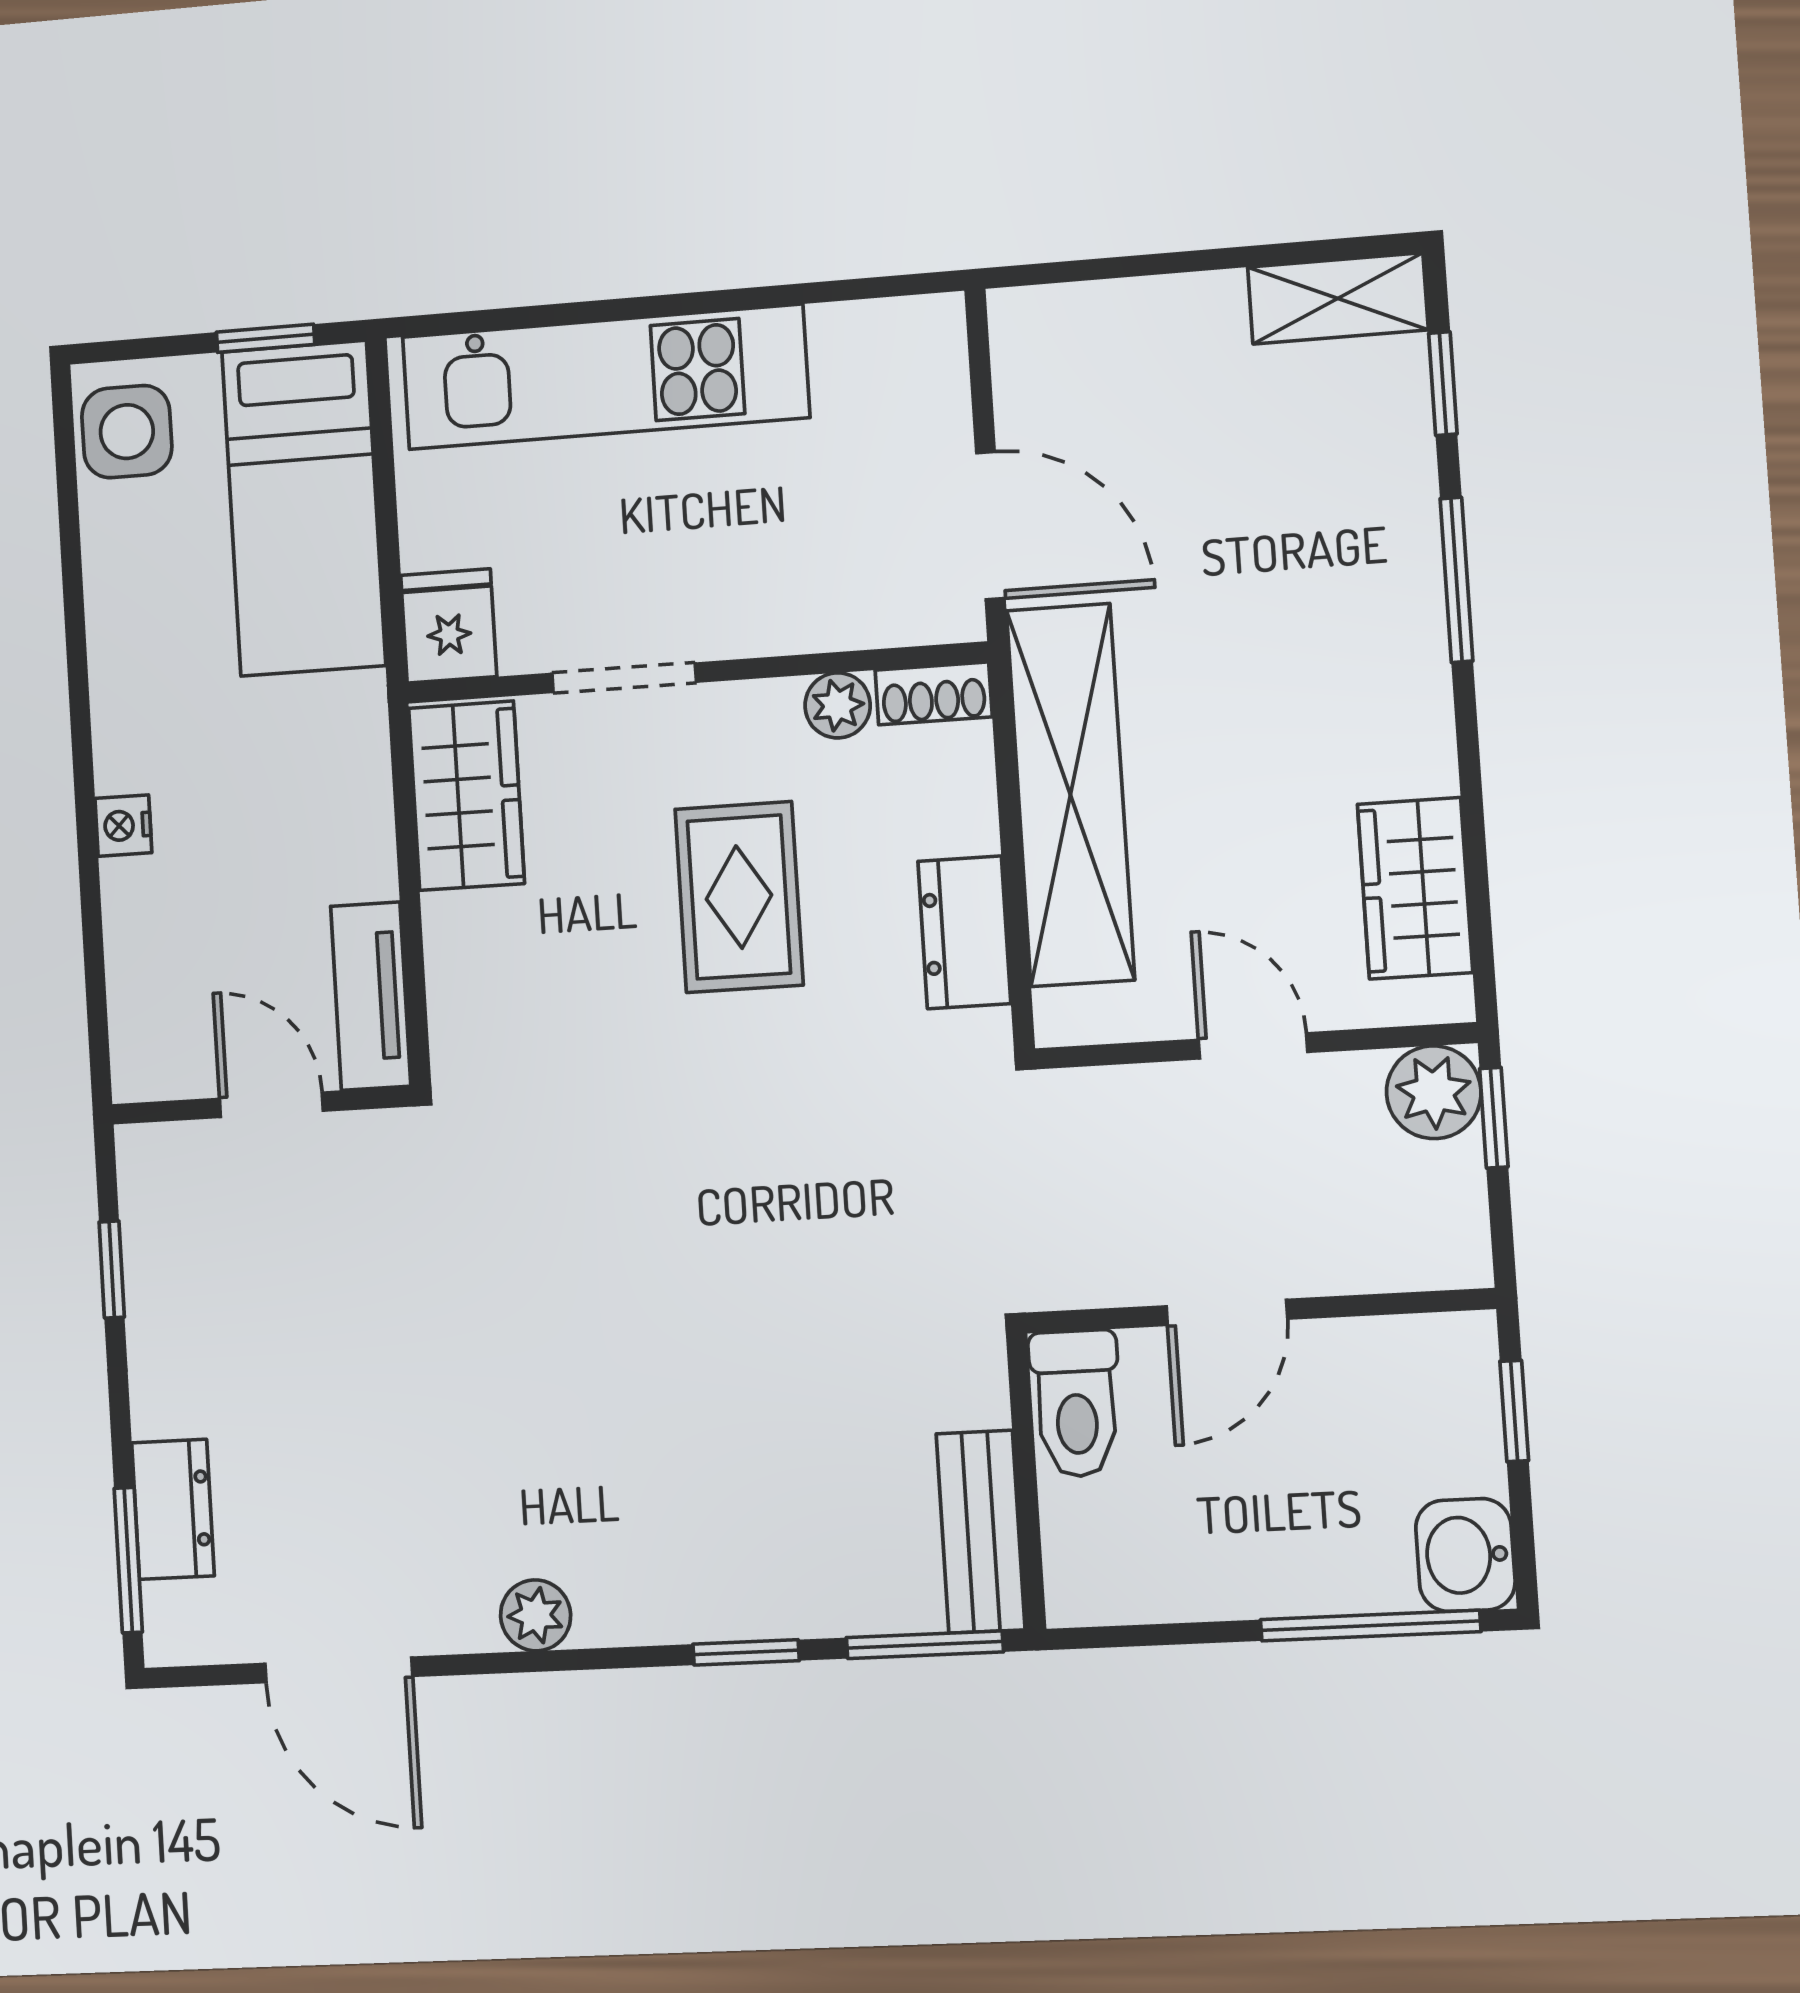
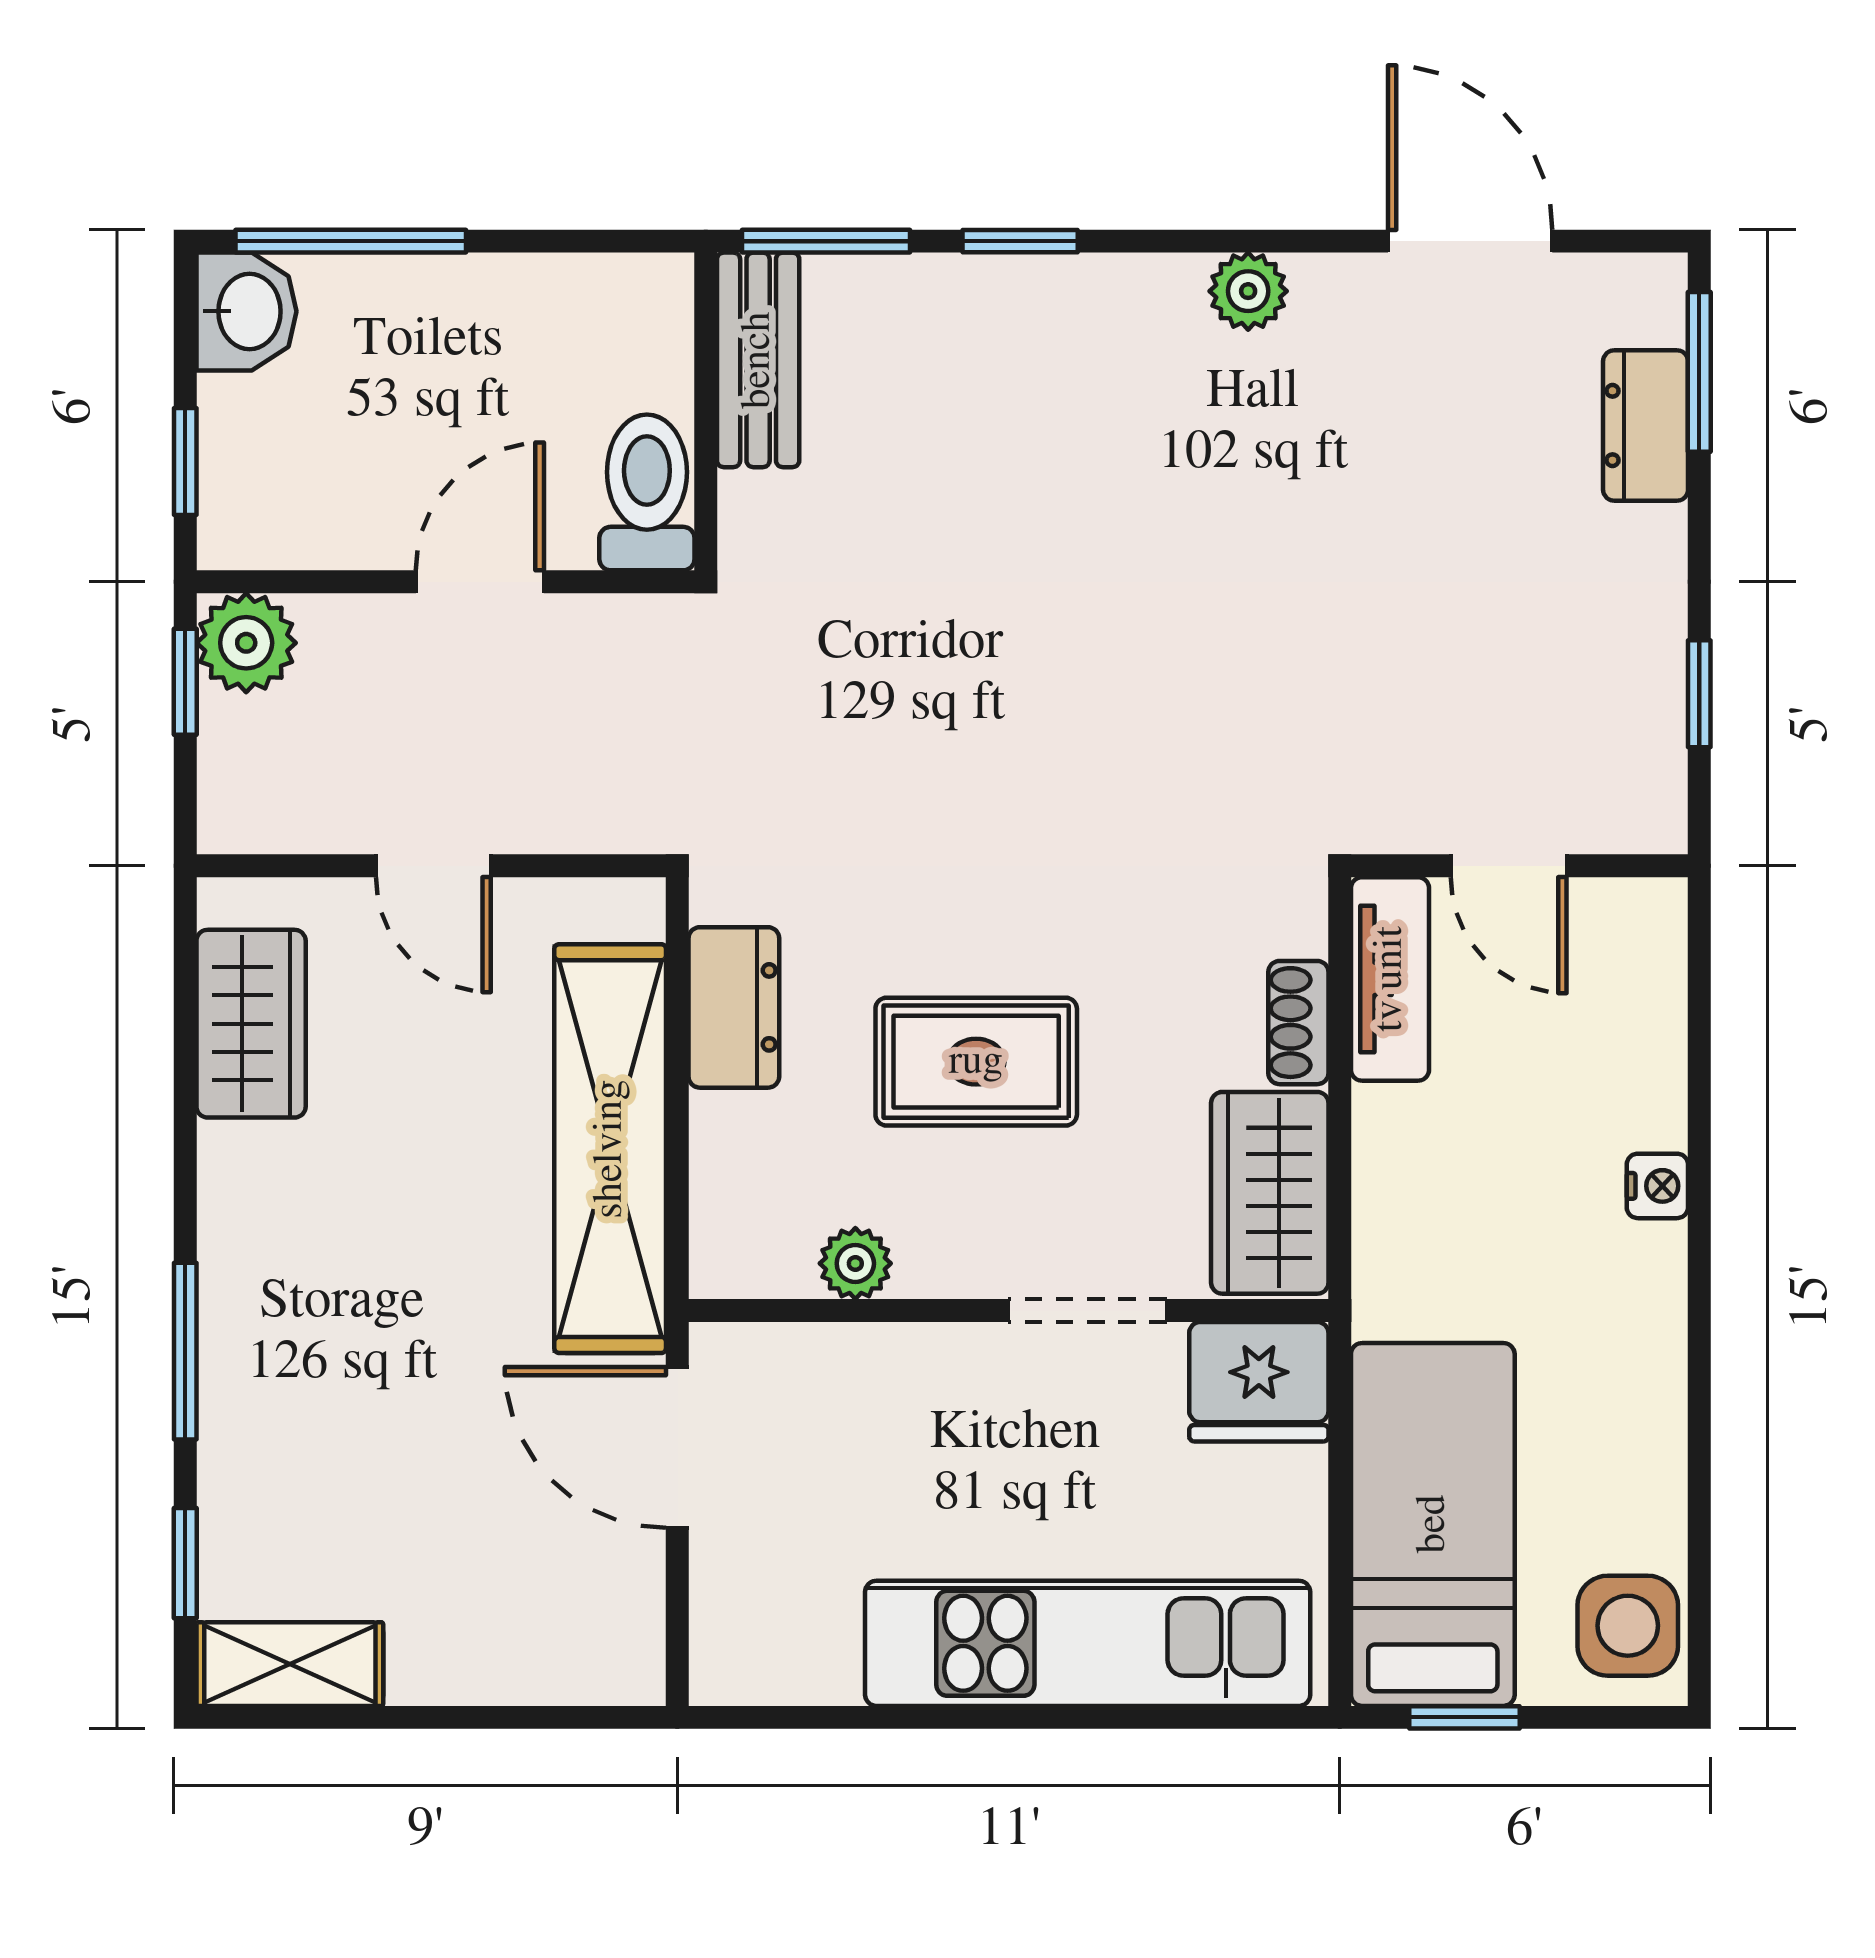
fridge: (449, 626) -> (1259, 1382), width x1.38
shoe rack: (934, 693) -> (1298, 1023), moved, turned -90
rug: (739, 897) -> (976, 1062), turned 90
plant: (1434, 1092) -> (246, 643), moved
window: (1494, 1118) -> (185, 682), moved

